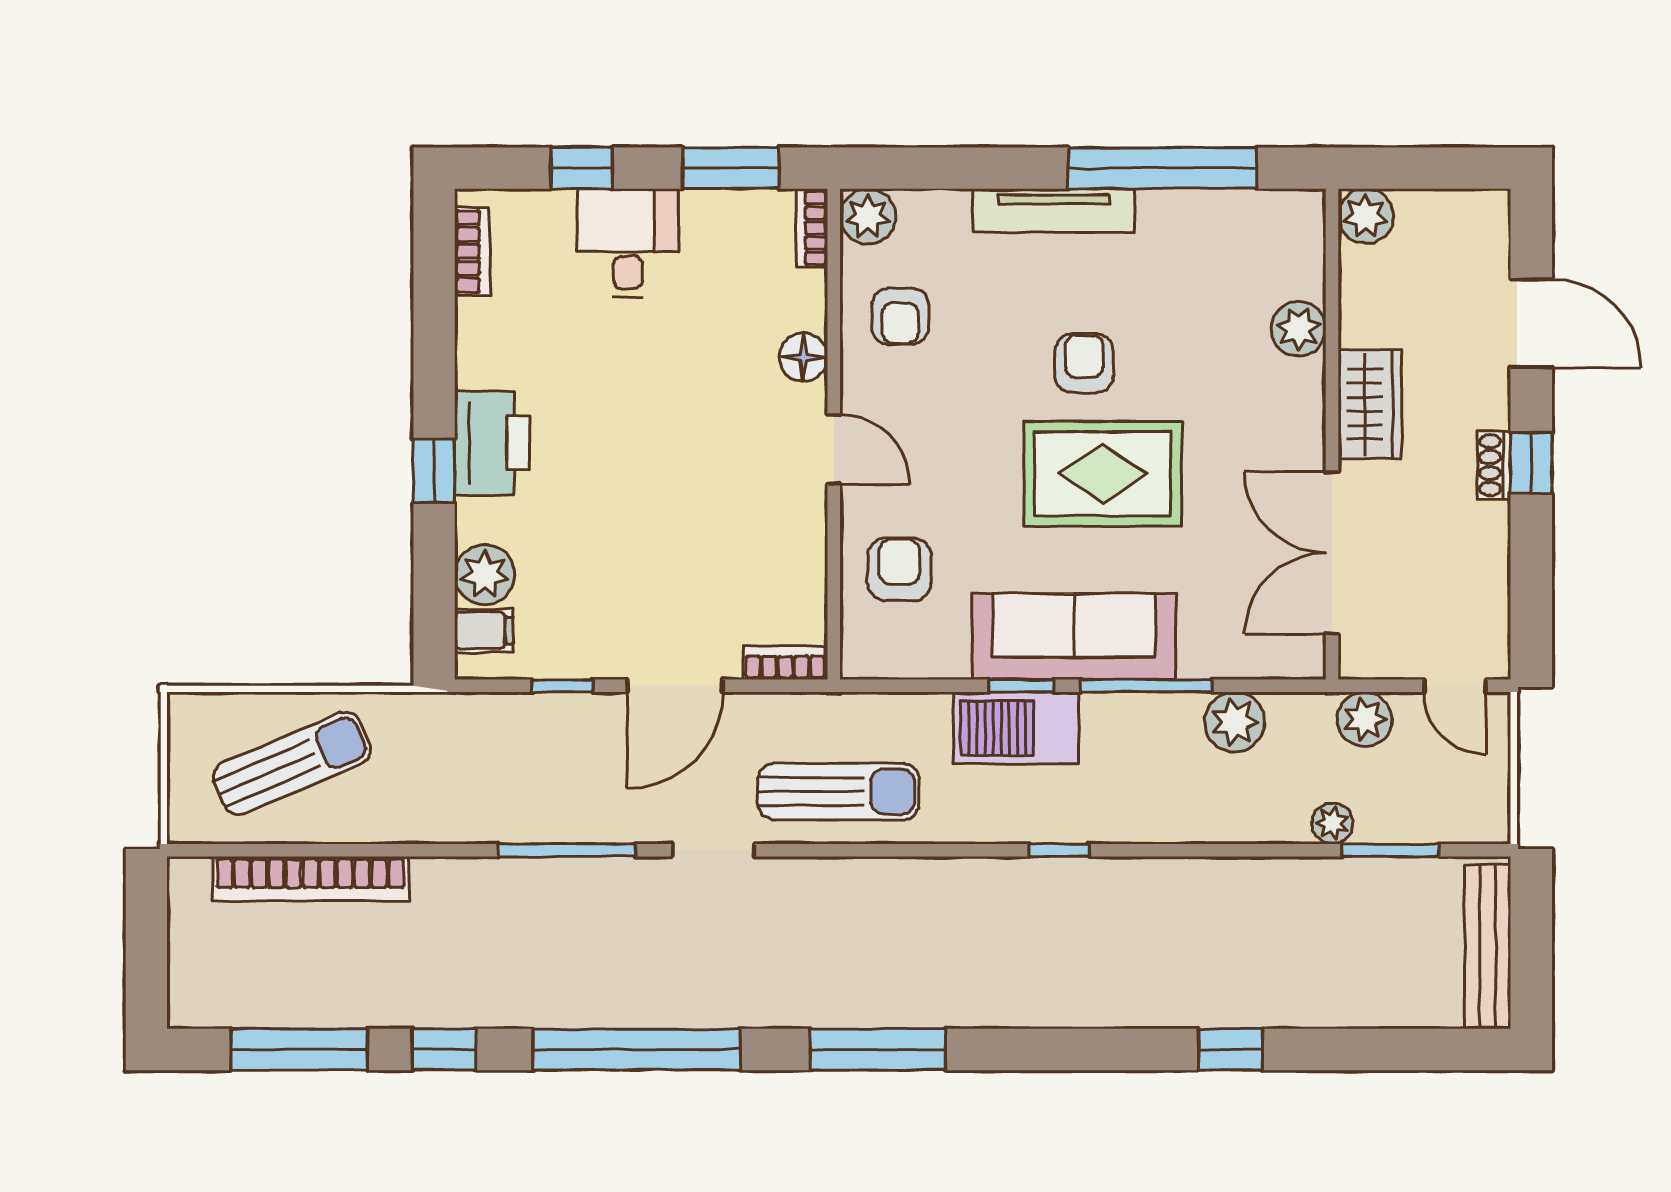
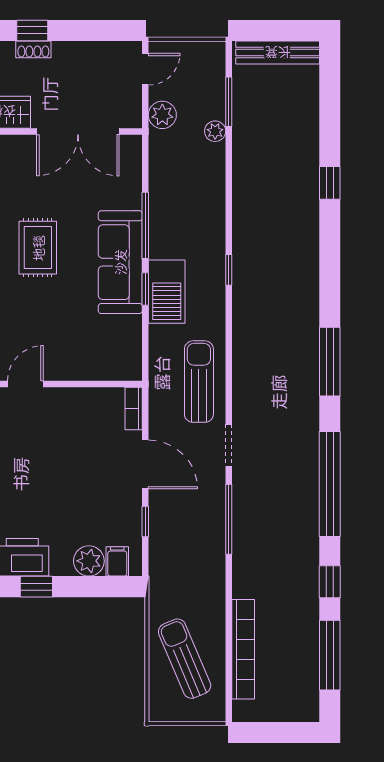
rug: (1103, 474) -> (38, 248), width x0.73, depth x0.70
armchair: (899, 569) -> (86, 351), removed
plant: (1235, 722) -> (164, 181), removed

